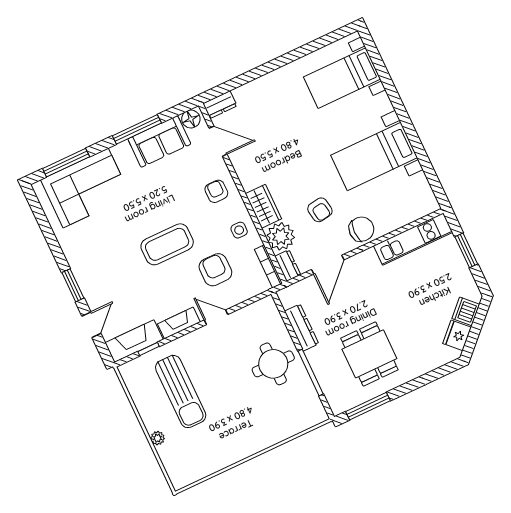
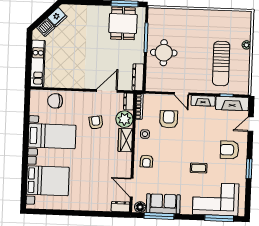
bed with nightstands: (342, 78) -> (48, 181), width x1.36
window: (137, 129) -> (159, 216), moved
chair: (361, 229) -> (55, 101), moved
kitchen unit: (413, 239) -> (38, 64), moved, turned 90
coffee table: (167, 244) -> (199, 168), moved, width x0.54, depth x0.58
window: (466, 250) -> (29, 60), removed
armchair: (215, 270) -> (169, 119), turned 180
armchair: (103, 271) -> (230, 150), added
window: (73, 285) -> (249, 169), moved
dresser: (302, 327) -> (138, 77), moved
dining table: (369, 354) -> (123, 23), moved
sun lounger: (181, 392) -> (221, 64), turned 180

